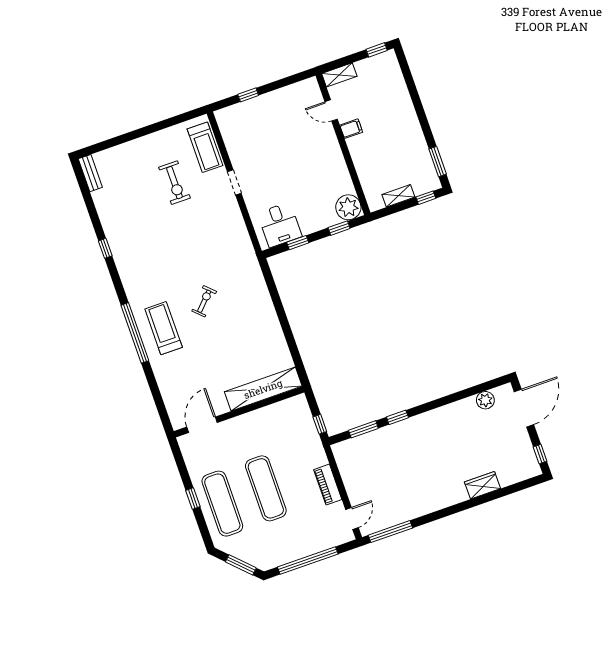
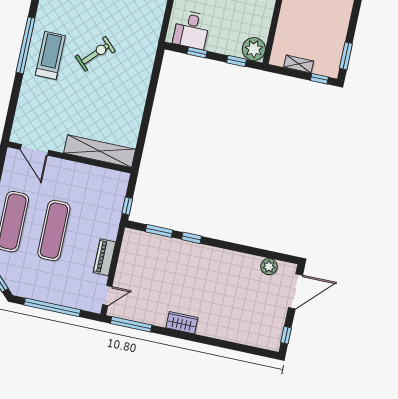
exercise bike: (204, 301) -> (95, 54), width x1.38, depth x1.39
door: (202, 425) -> (34, 150), swing flipped
wardrobe: (482, 485) -> (182, 323), moved

